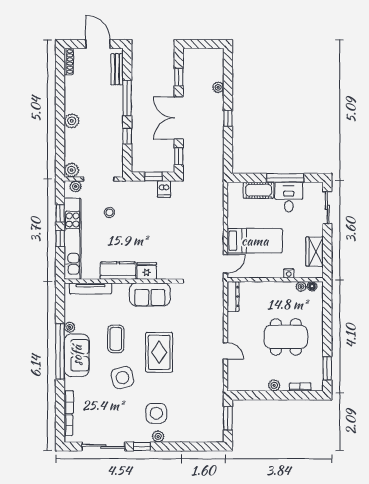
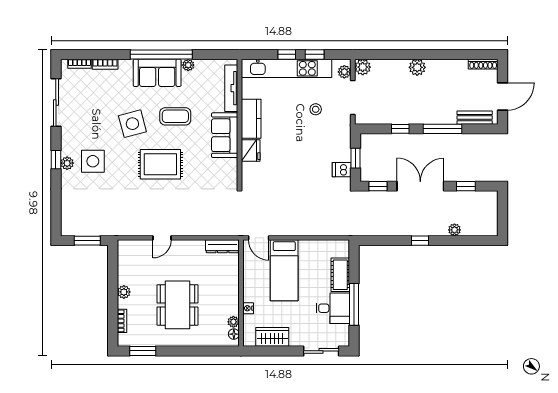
sofa: (150, 294) -> (225, 135), moved
window: (142, 446) -> (56, 160), moved

